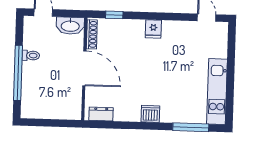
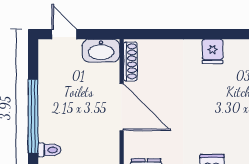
window: (114, 15) -> (160, 34), removed
toilet: (31, 55) -> (49, 150), moved

